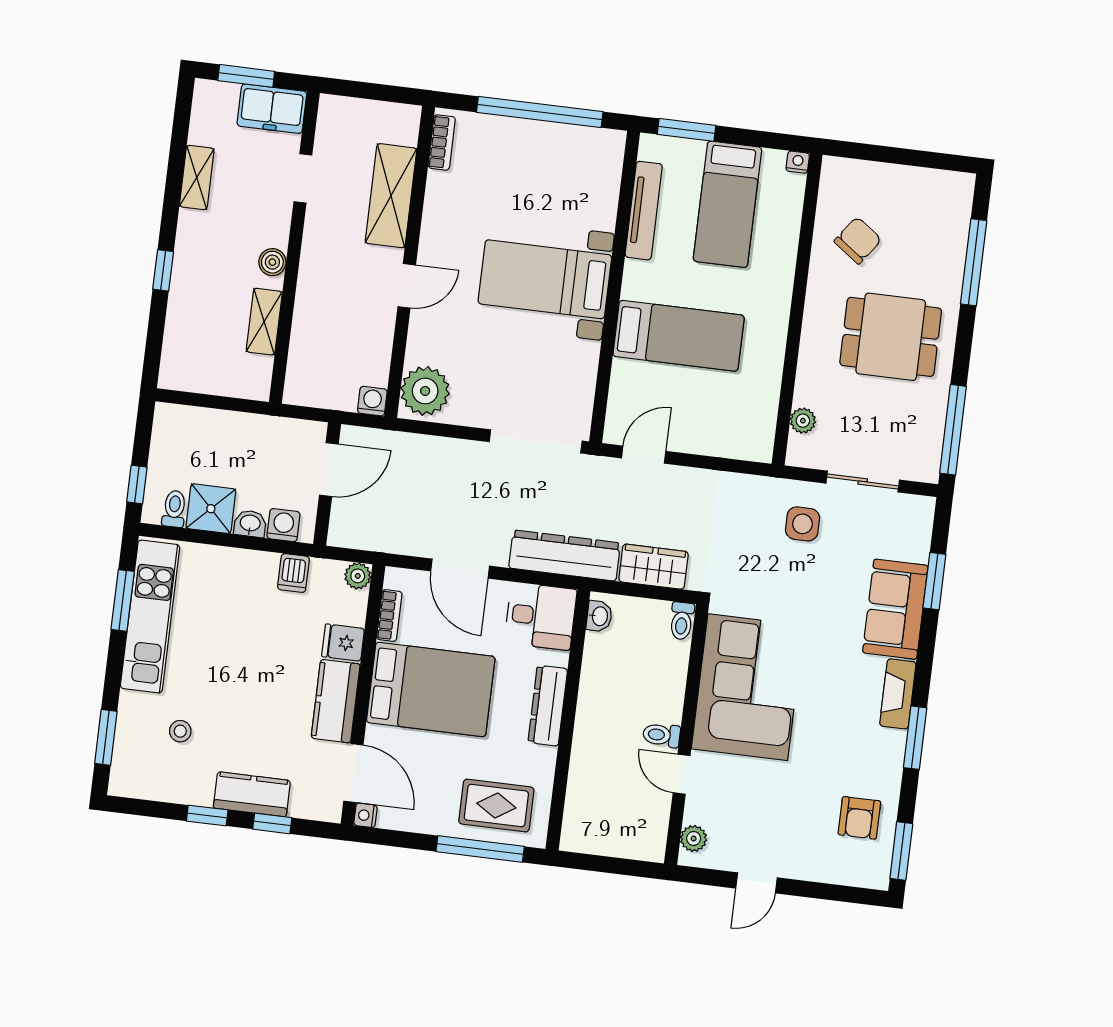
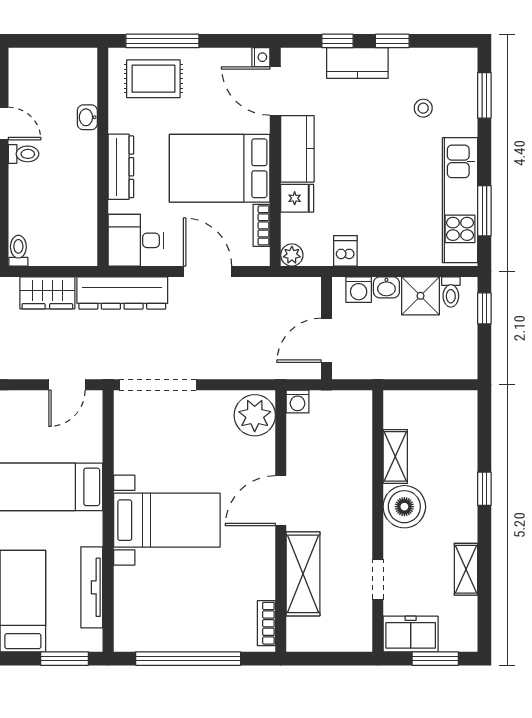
boiler: (272, 262) -> (404, 507), width x1.86, depth x1.86
door: (407, 286) -> (281, 501), width x1.38
washbasin: (599, 616) -> (87, 117), moved

